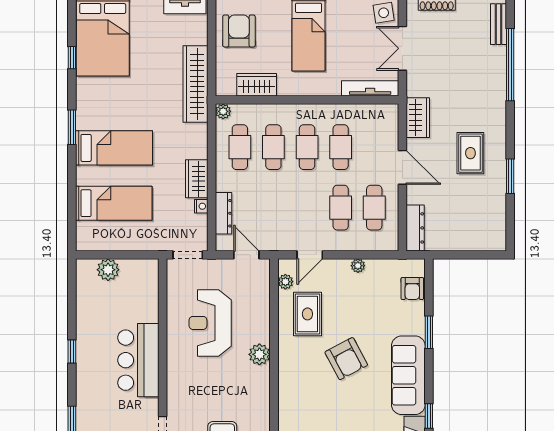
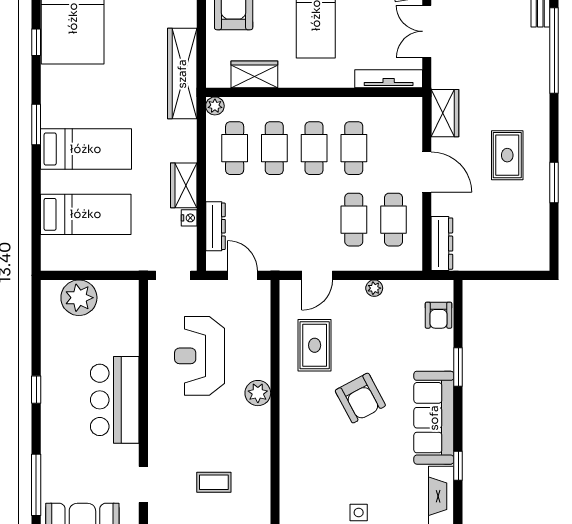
plant: (108, 270) -> (79, 298), width x1.36, depth x1.36
plant: (285, 282) -> (288, 307), removed

